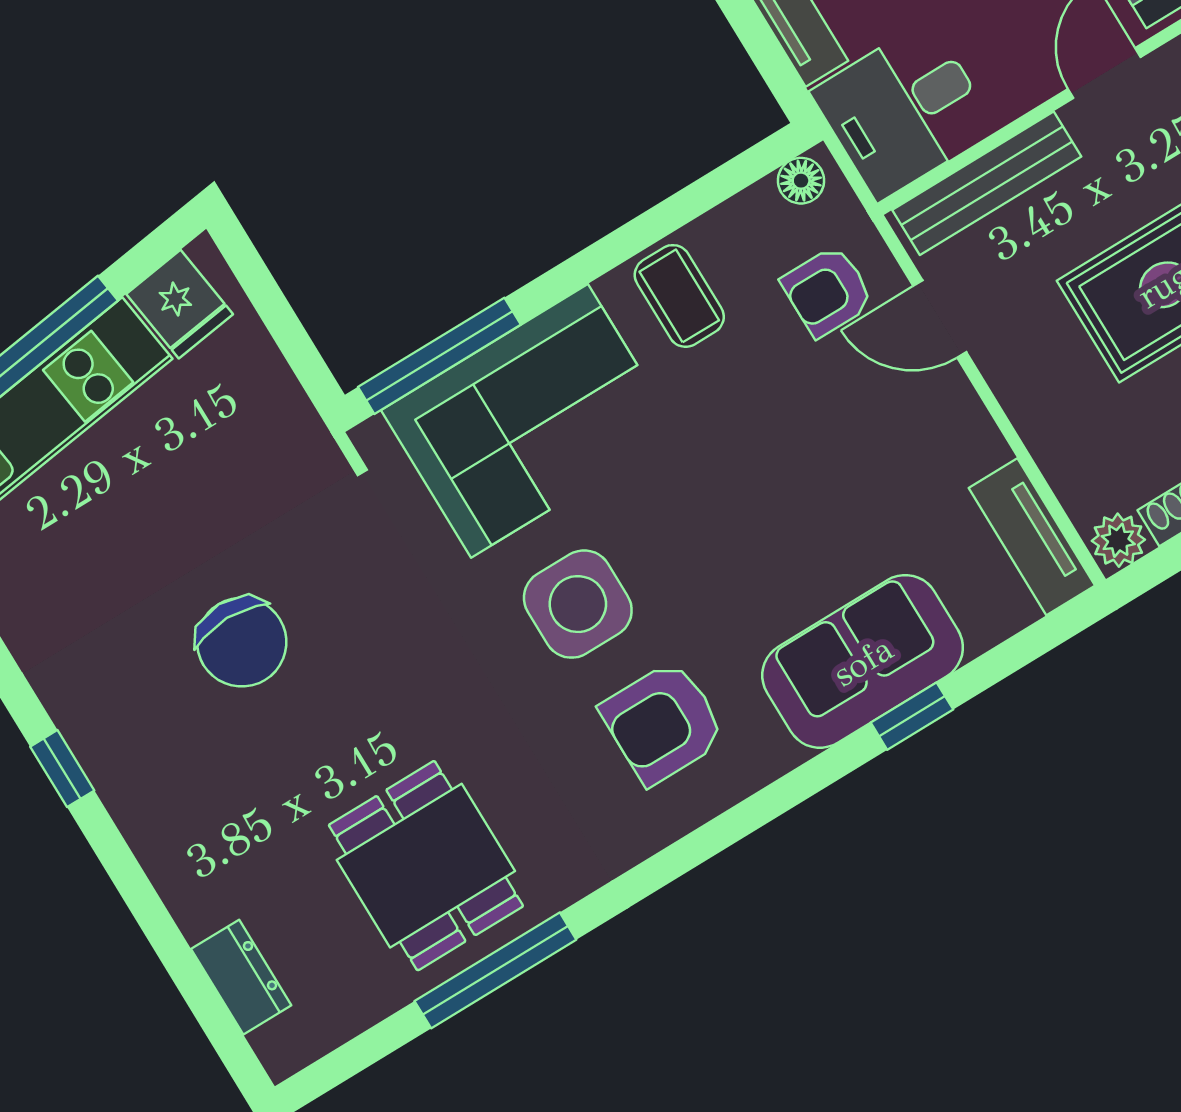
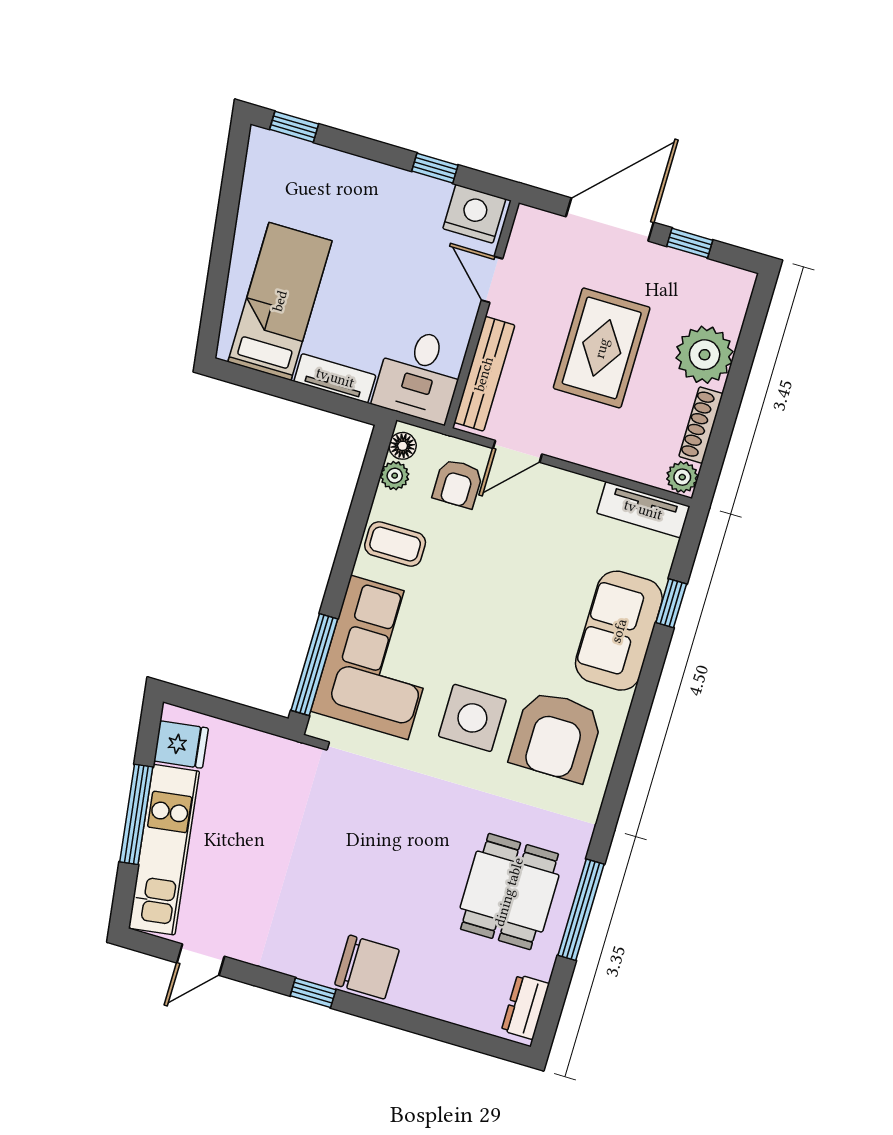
plant: (757, 209) -> (395, 476), added
chair: (242, 642) -> (367, 967), moved
window: (912, 716) -> (671, 603), moved
armchair: (663, 723) -> (556, 736), width x1.36, depth x1.36
dining table: (426, 866) -> (509, 892), turned 90
dresser: (241, 977) -> (525, 1007), moved, turned -90

